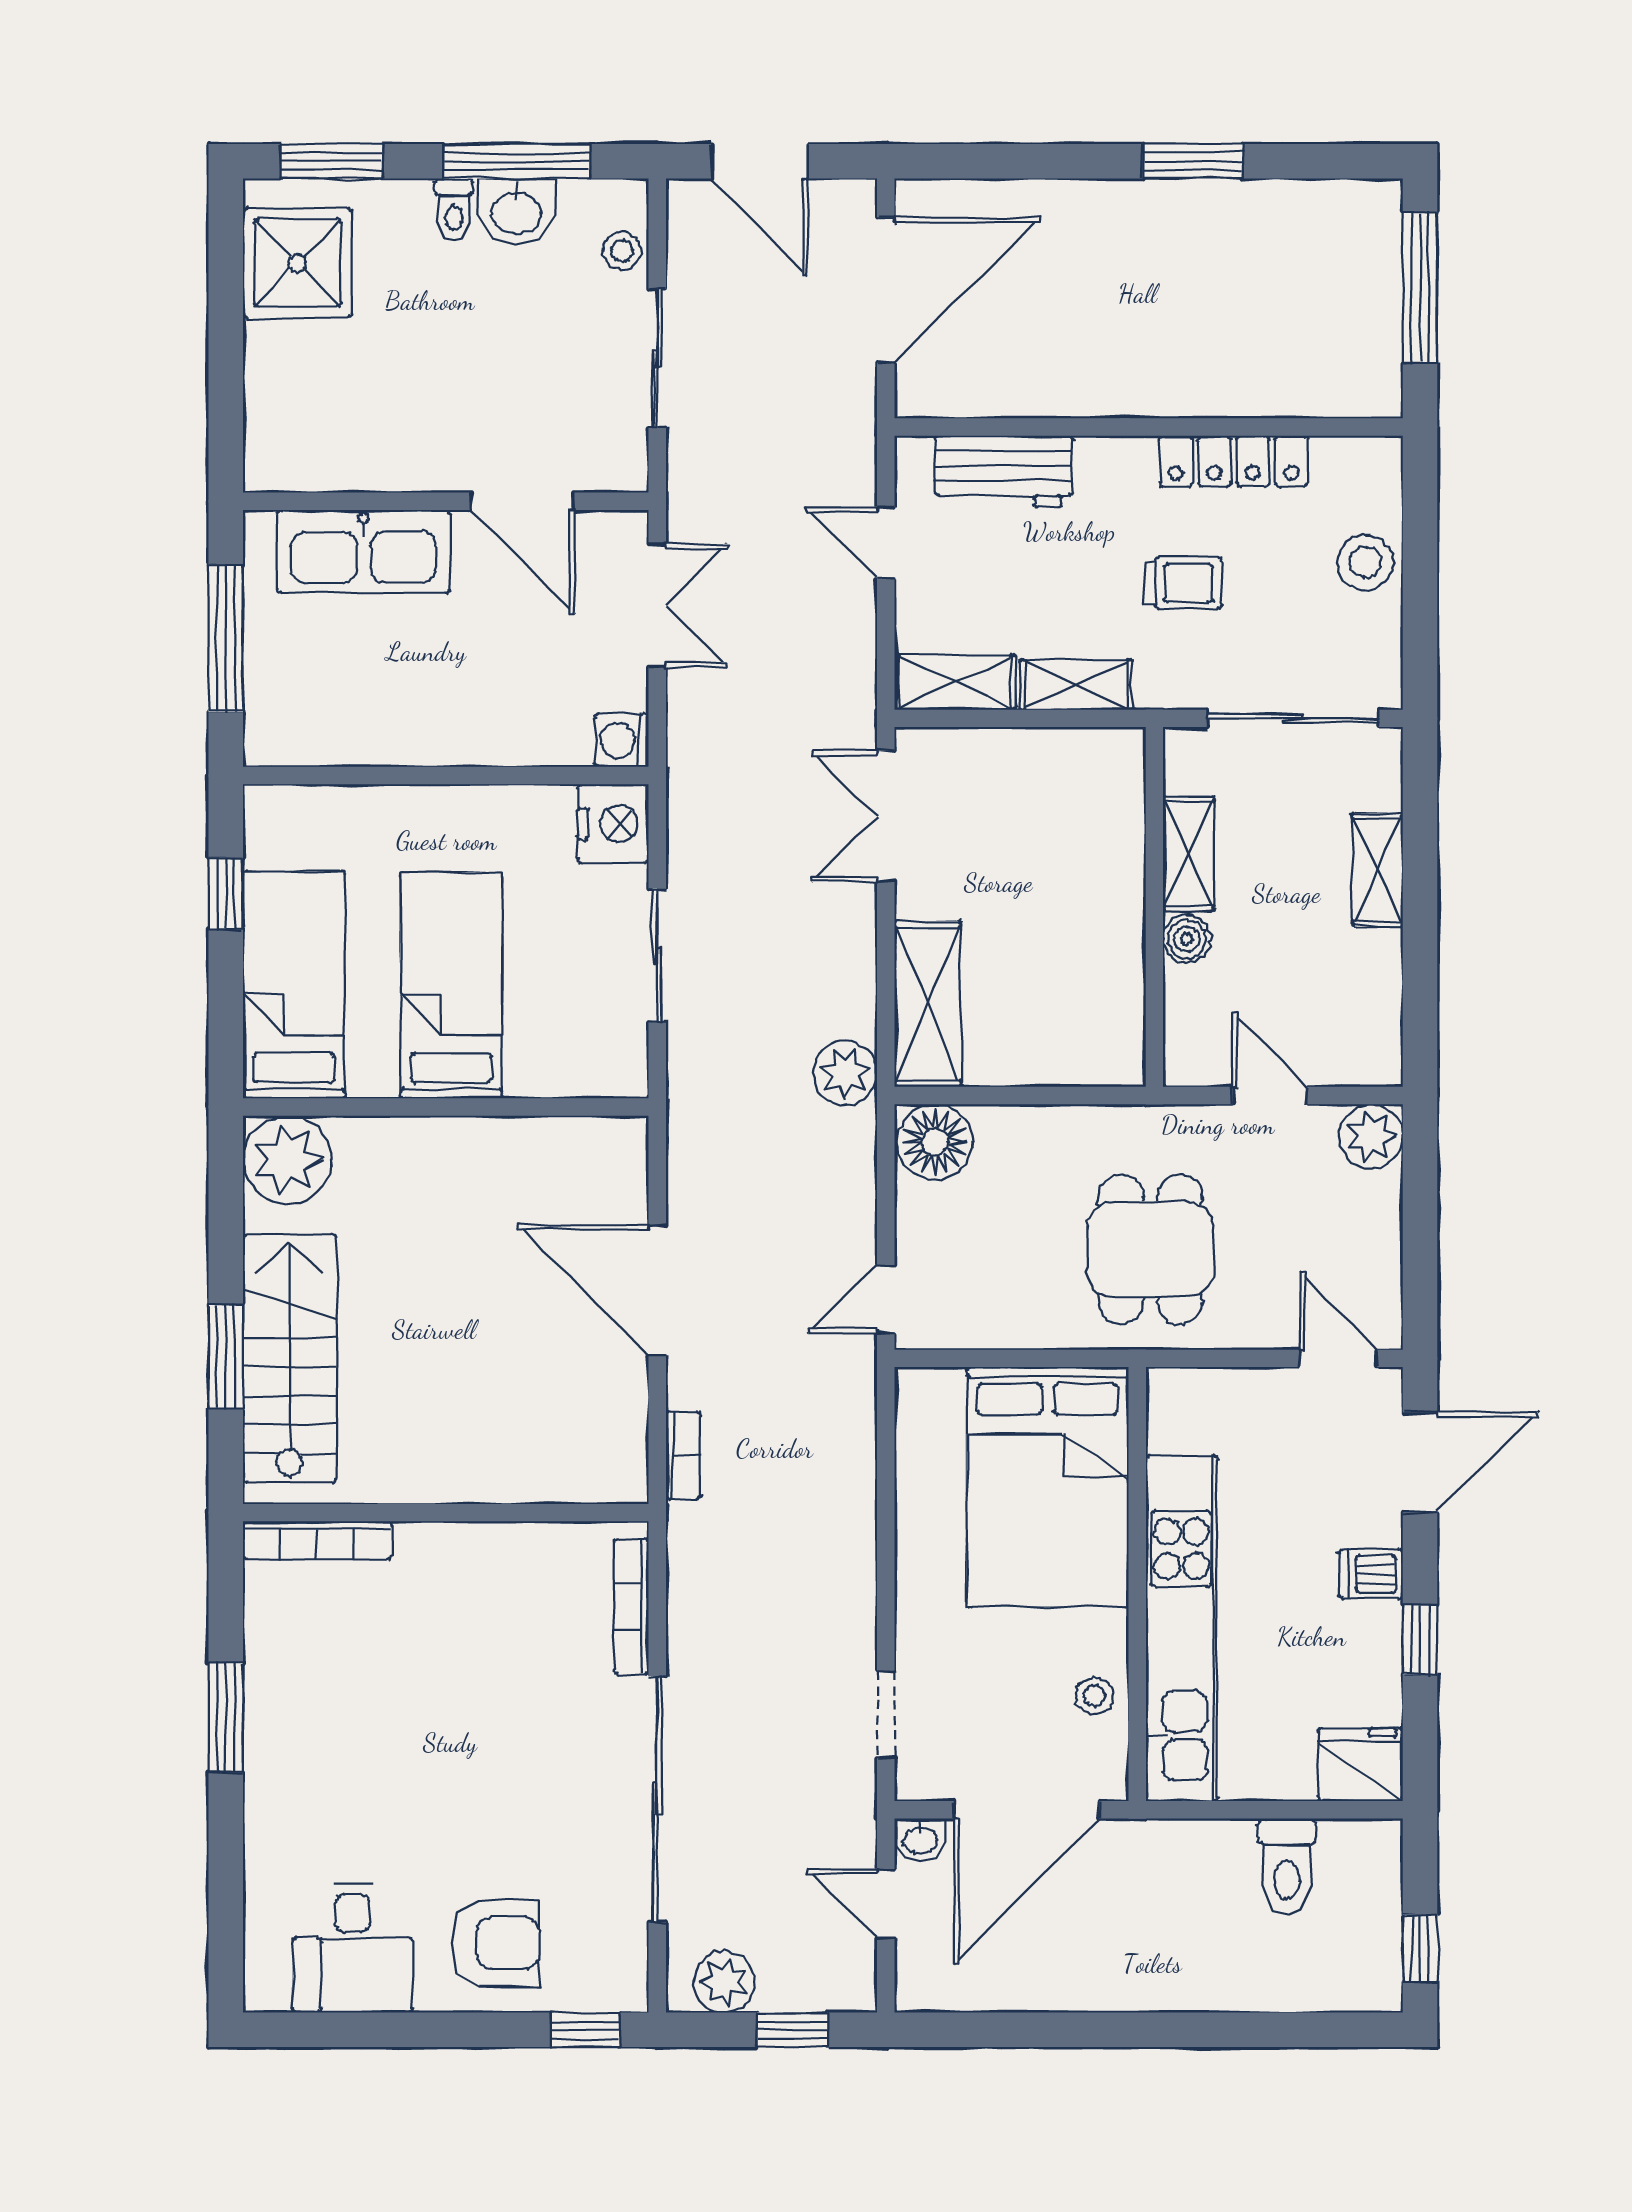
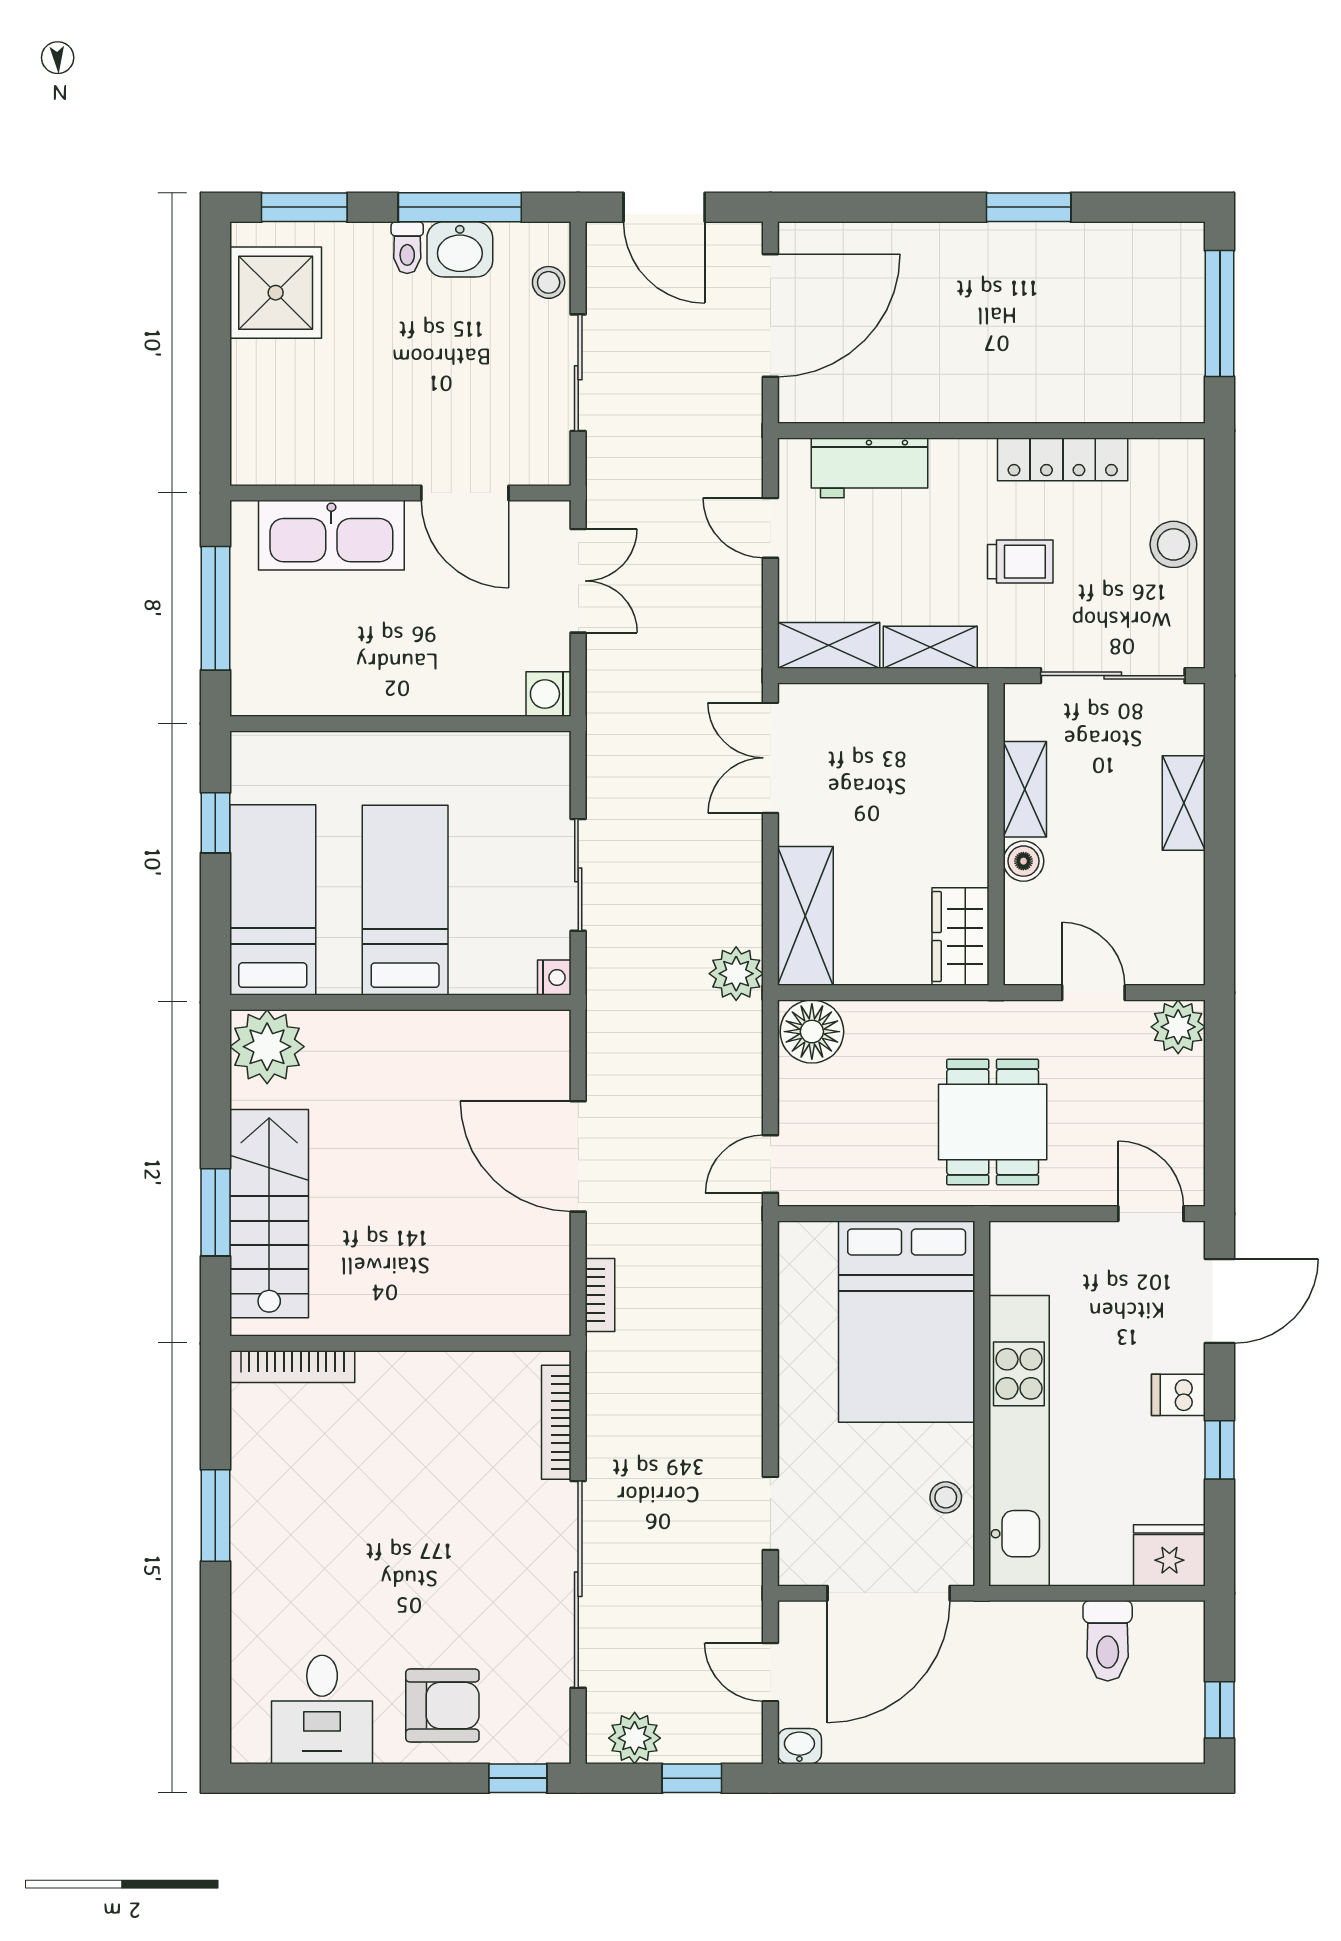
nightstand: (613, 824) -> (554, 978), moved, width x0.53, depth x0.56
wardrobe: (1112, 1029) -> (961, 937), added
washbasin: (920, 1839) -> (799, 1746), moved, turned 180

